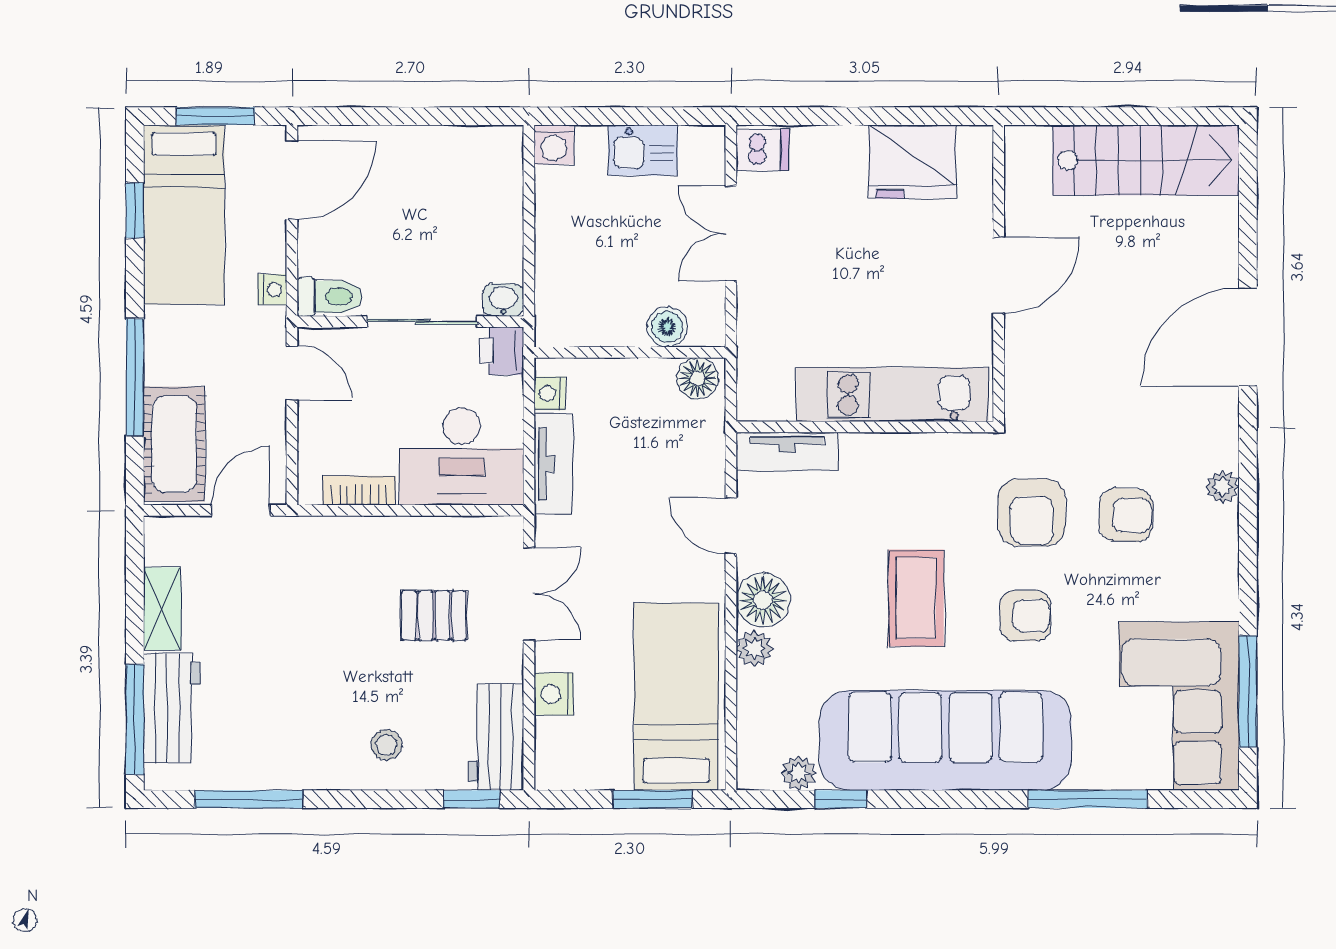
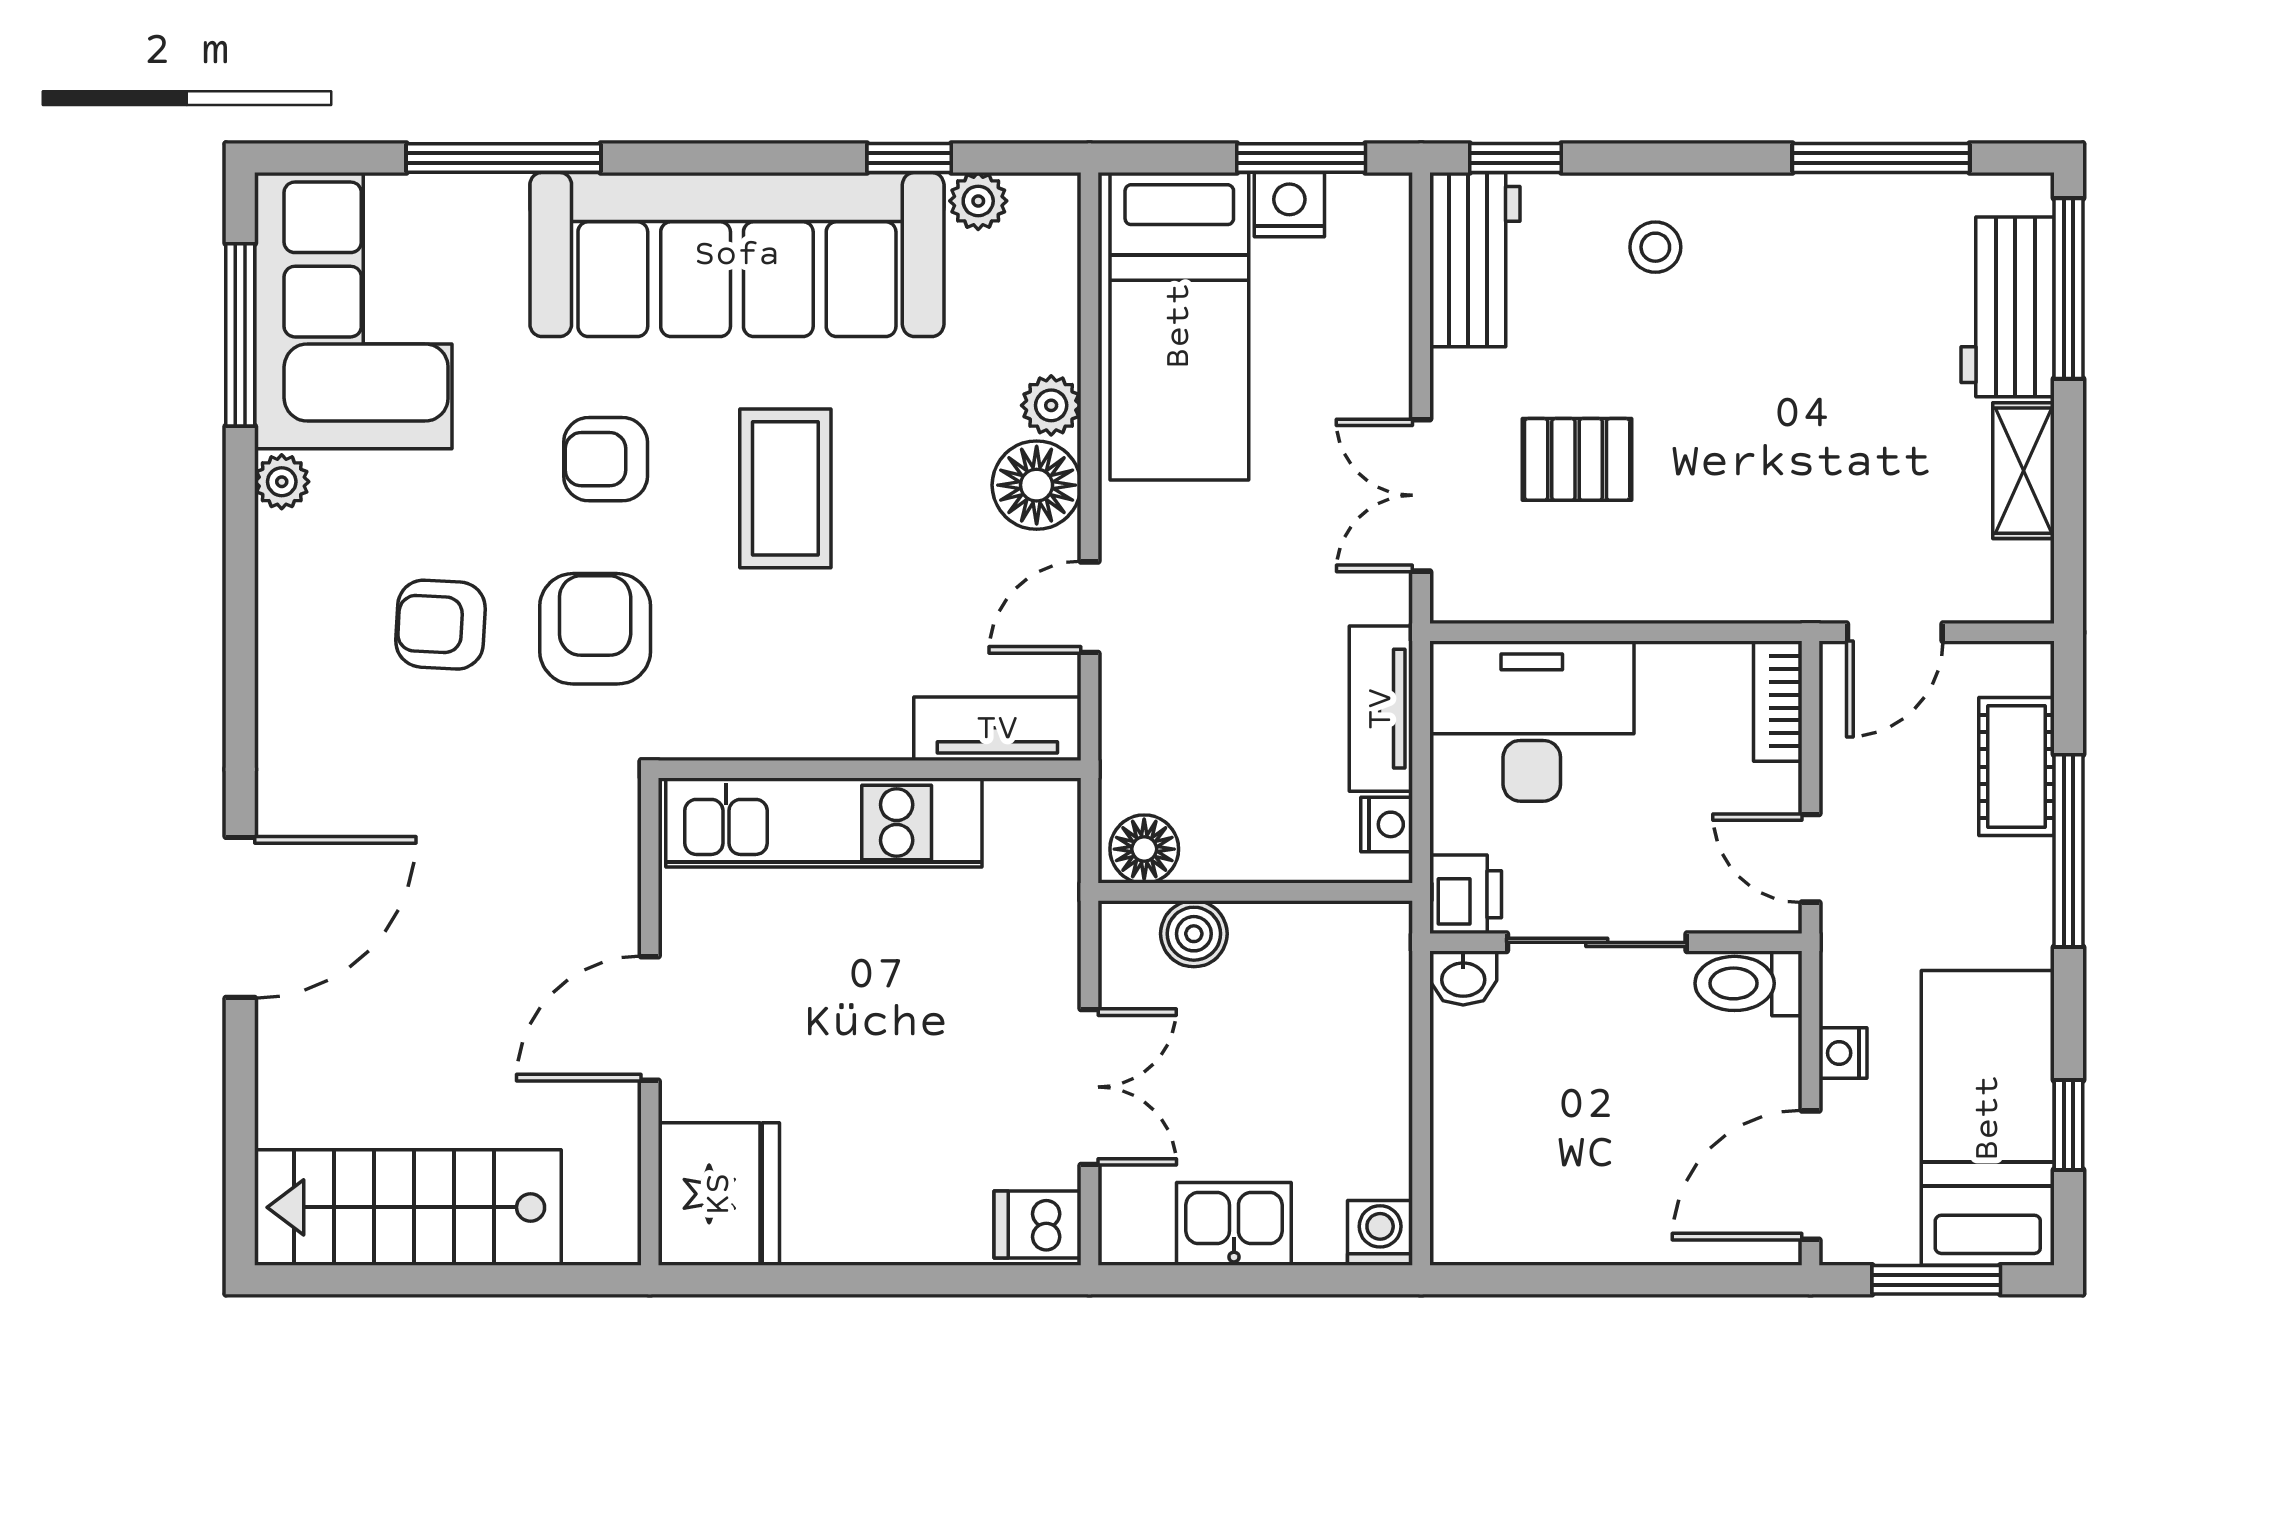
fridge: (912, 162) -> (719, 1194), moved, turned 90
nightstand: (272, 289) -> (1843, 1053), moved
cot: (174, 444) -> (2016, 767), width x0.73, depth x0.75
plant: (1223, 487) -> (282, 482), moved
bookcase: (359, 490) -> (1778, 701), moved, turned 90
door: (731, 526) -> (1089, 607), swing flipped
nightstand: (554, 694) -> (1289, 205), moved, turned -90
window: (652, 799) -> (1301, 158), moved

